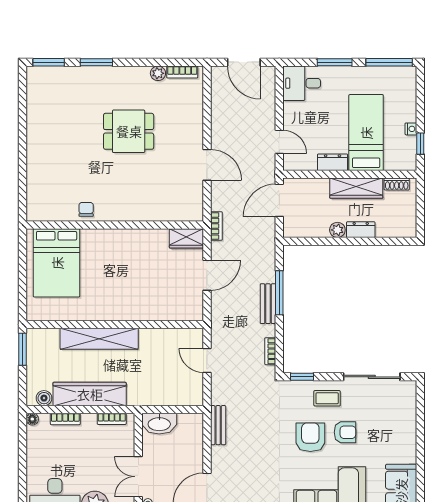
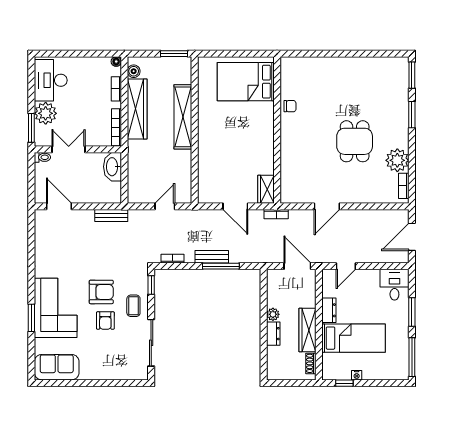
plant: (158, 73) -> (397, 160), width x1.87, depth x1.87
bookcase: (112, 419) -> (116, 127), width x1.56

